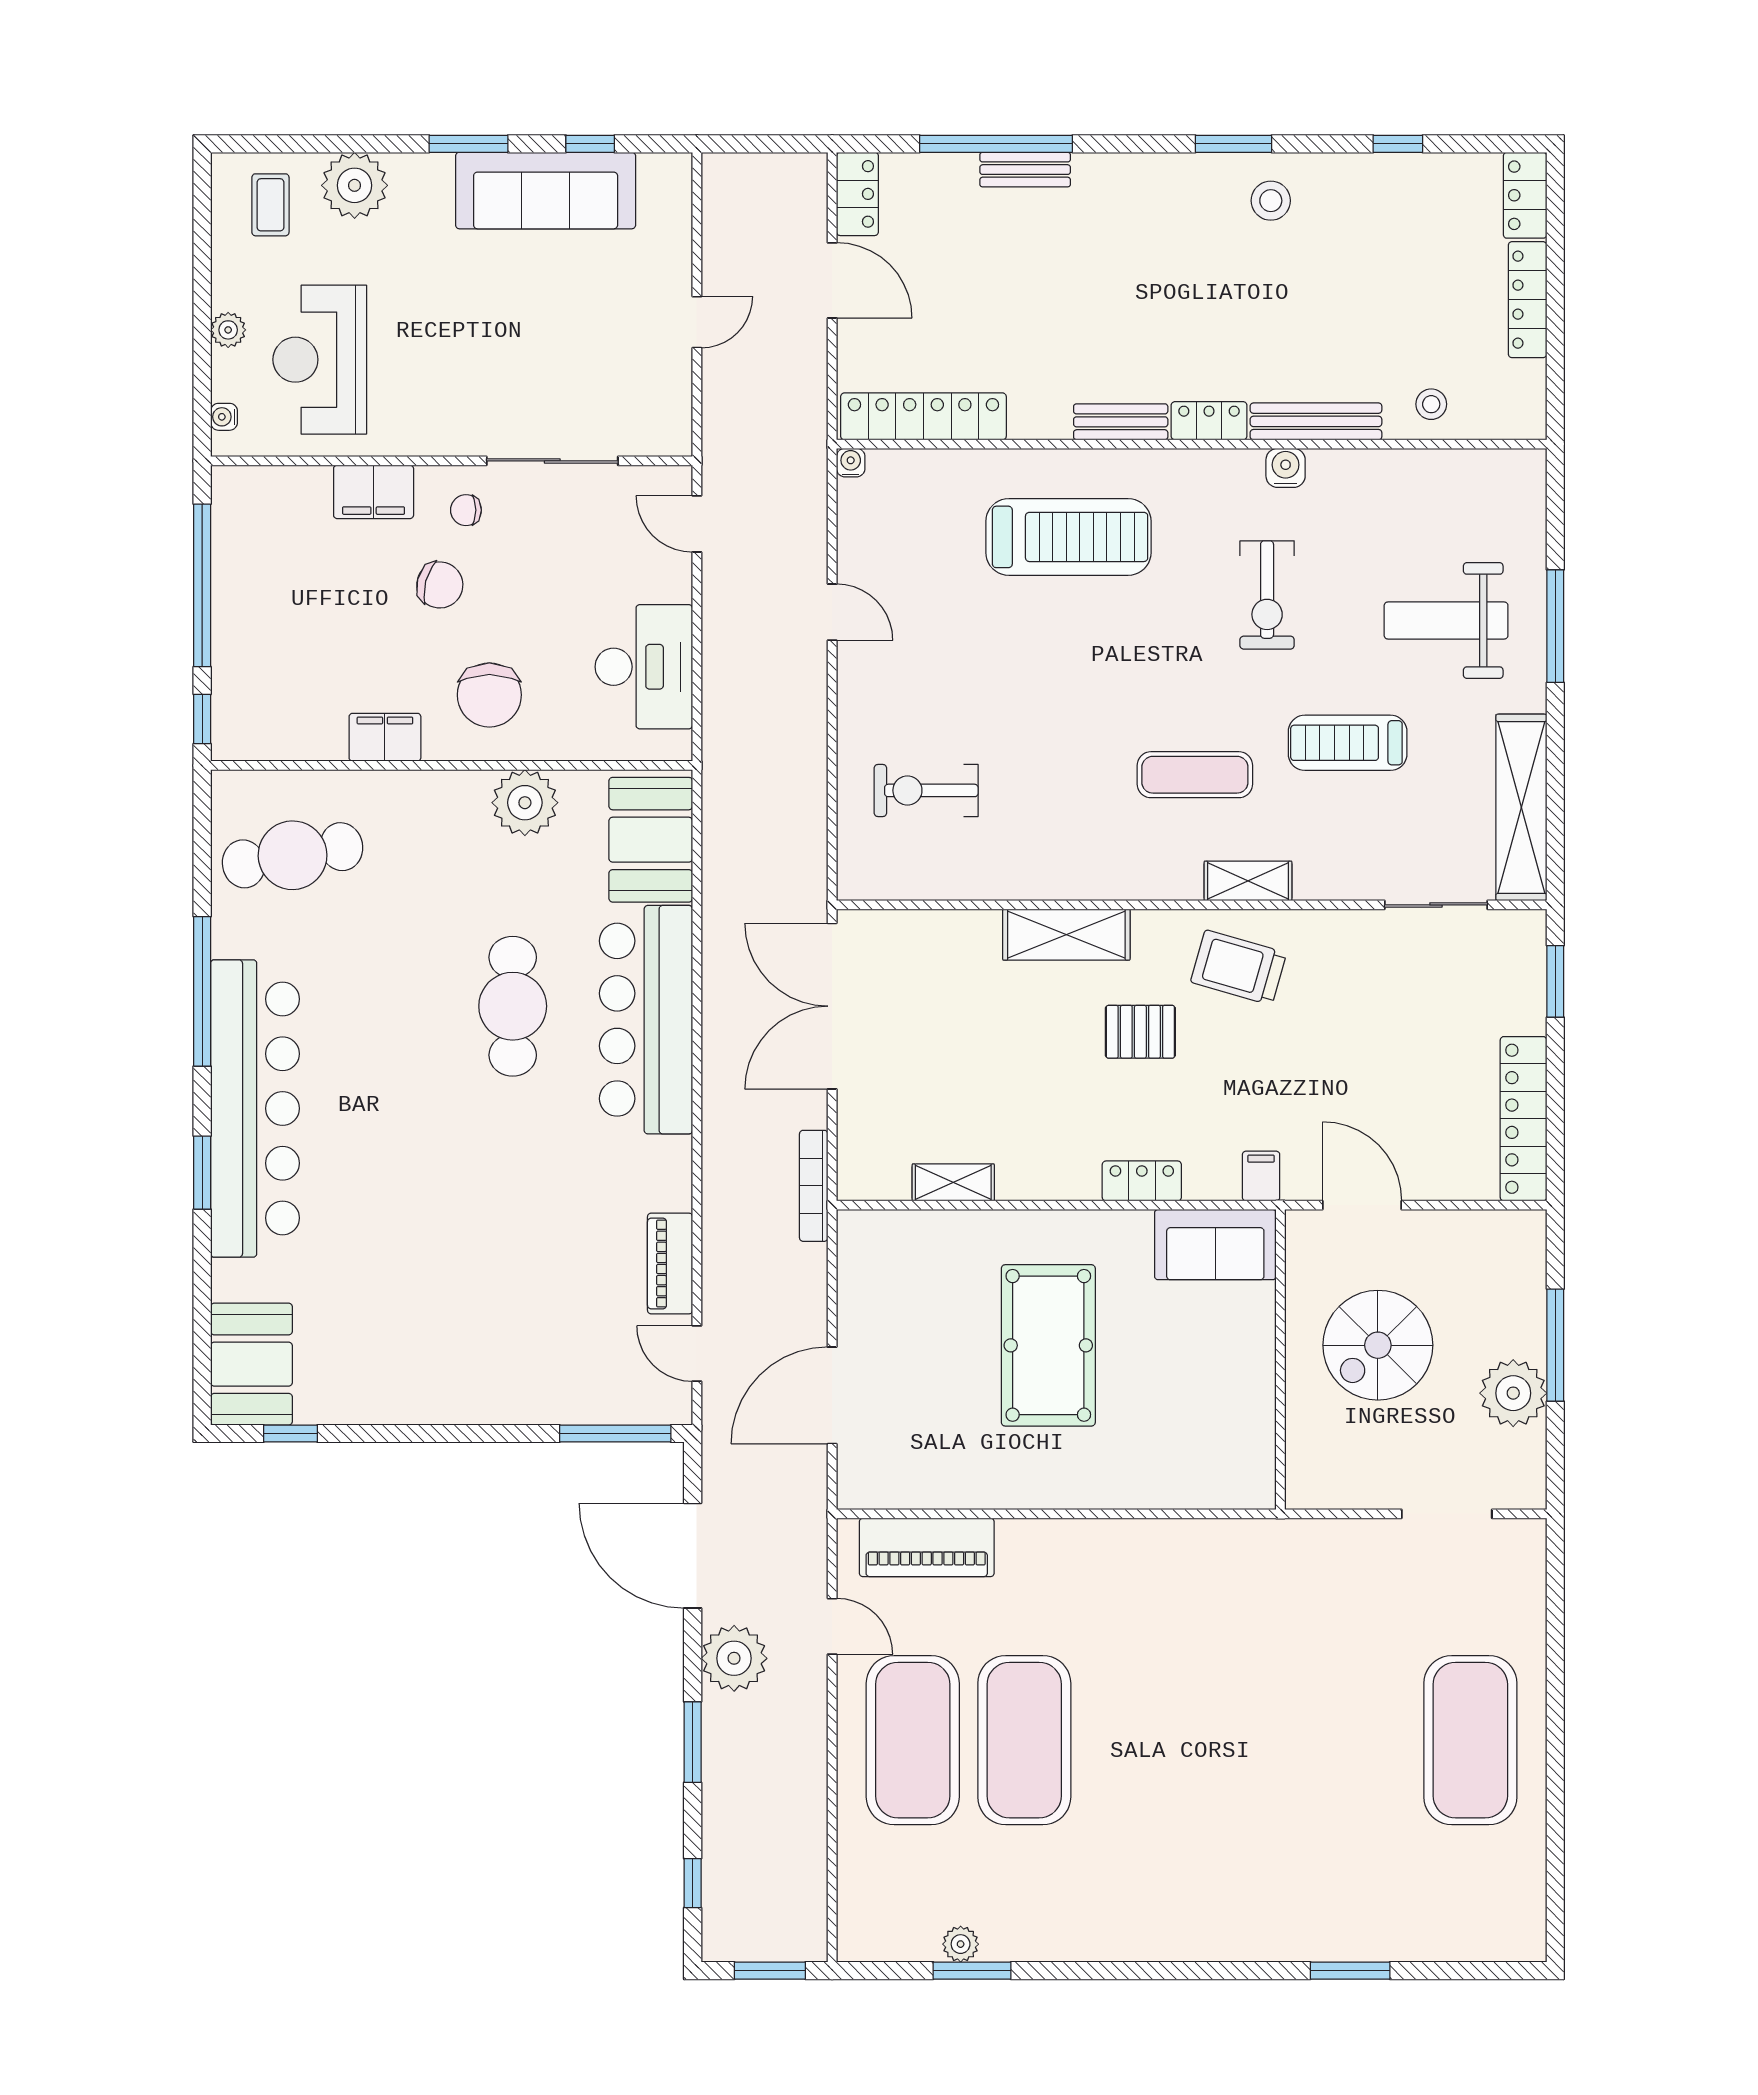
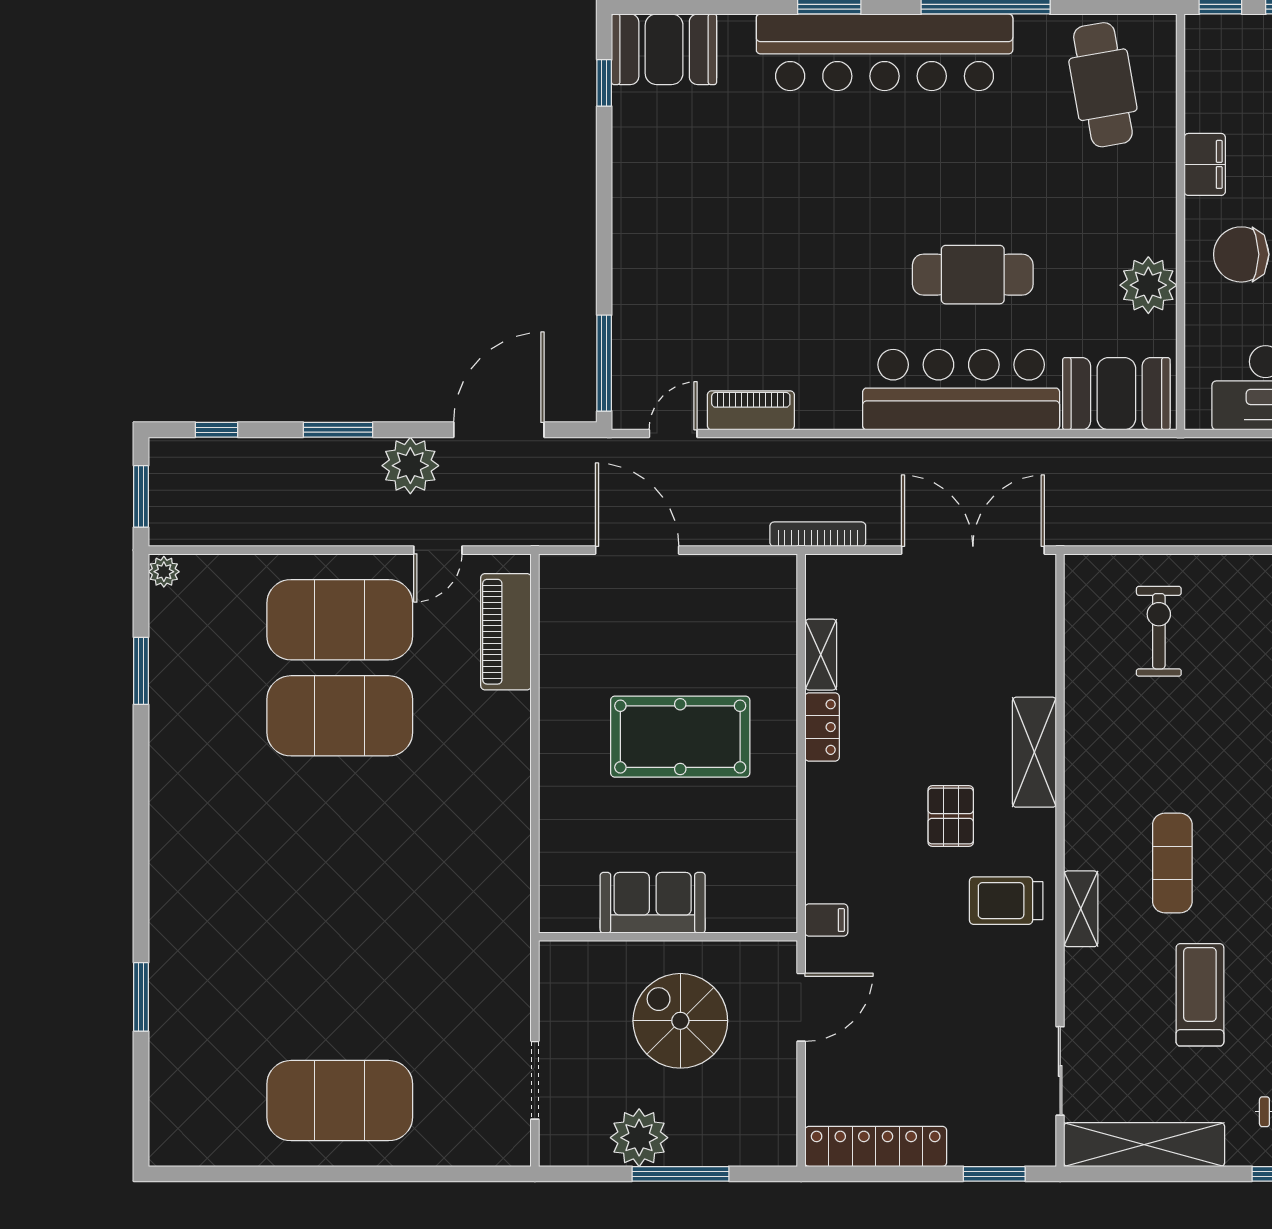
trolley: (1239, 967) -> (1006, 901), turned -106
locker: (1142, 1181) -> (822, 727), moved
sofa: (1215, 1245) -> (653, 903), moved, turned 90
plant: (961, 1944) -> (164, 572), moved

